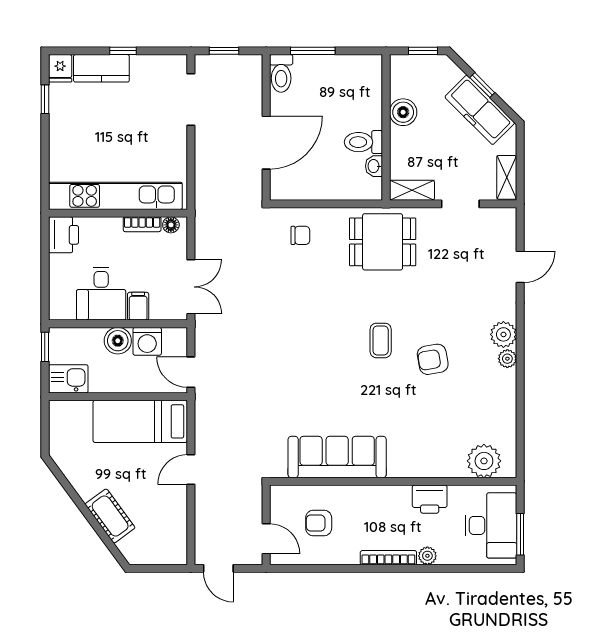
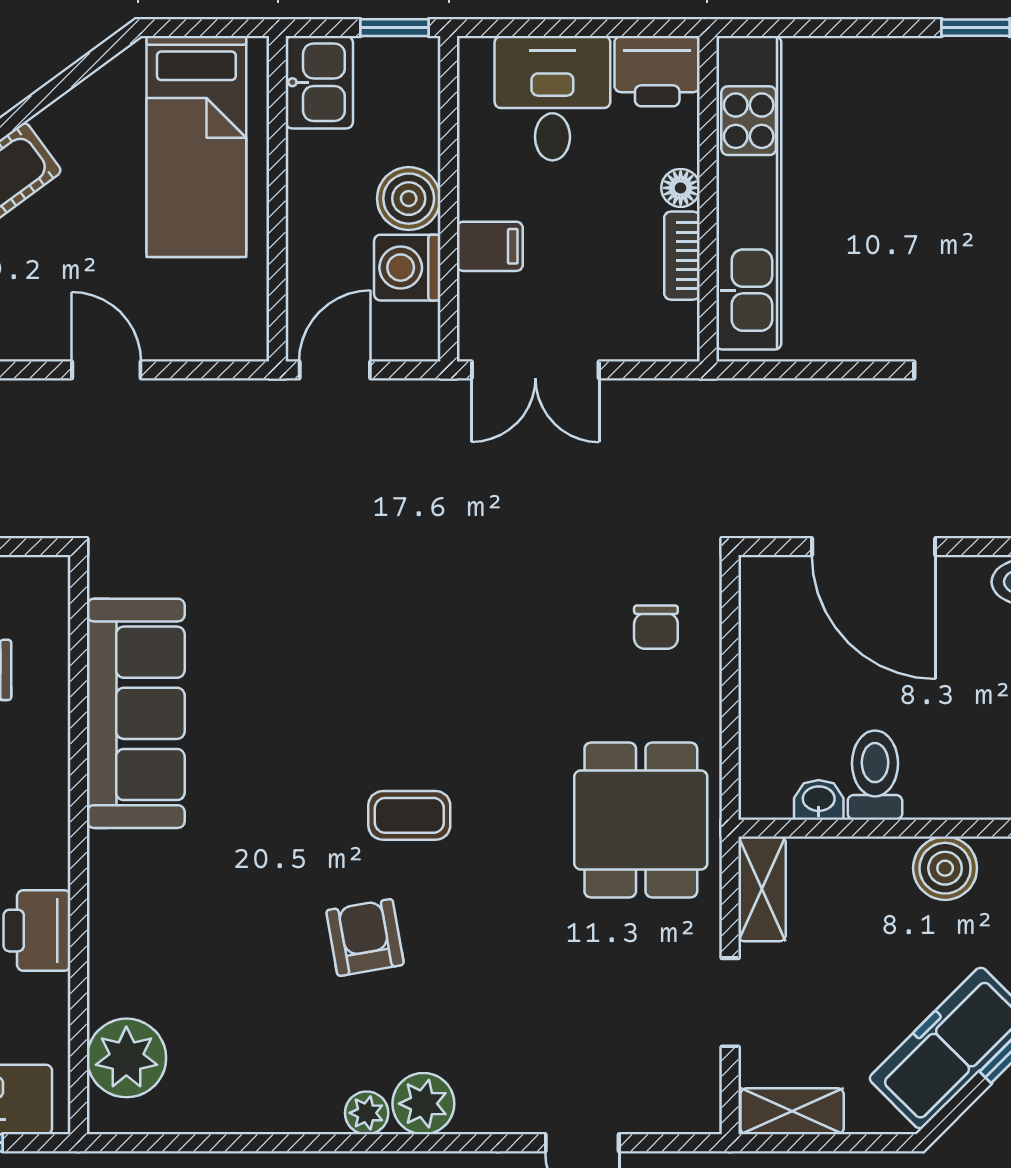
floor lamp: (171, 225) -> (681, 188), moved
desk: (101, 294) -> (552, 98), moved, turned 90
bed: (140, 421) -> (196, 147), moved, turned 180

